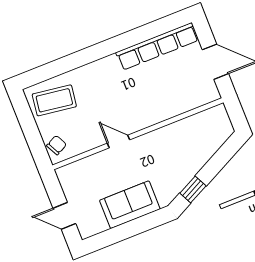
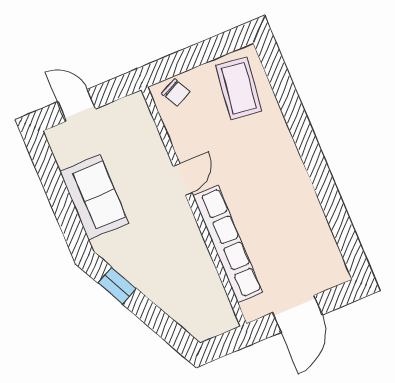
row of seats: (157, 46) -> (228, 244), moved, turned 180
door: (64, 216) -> (77, 105), hinge flipped

